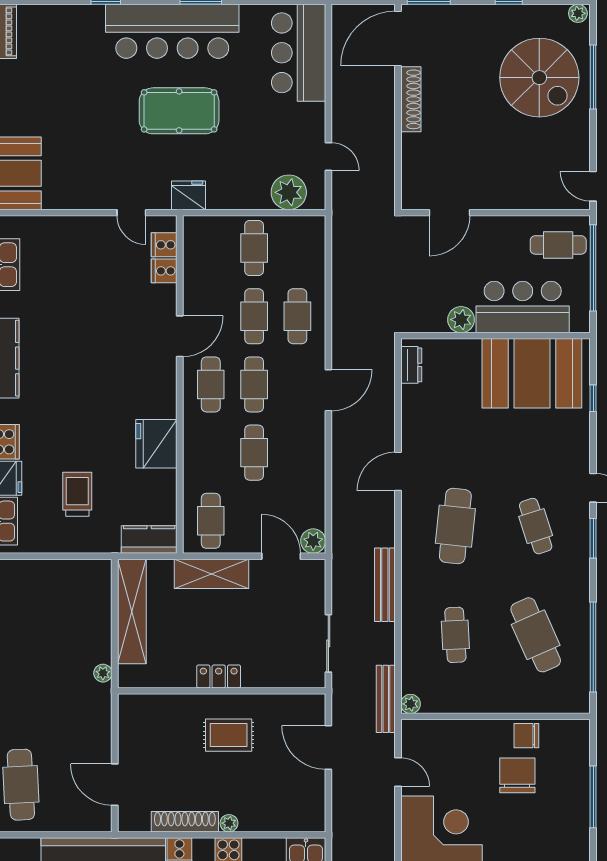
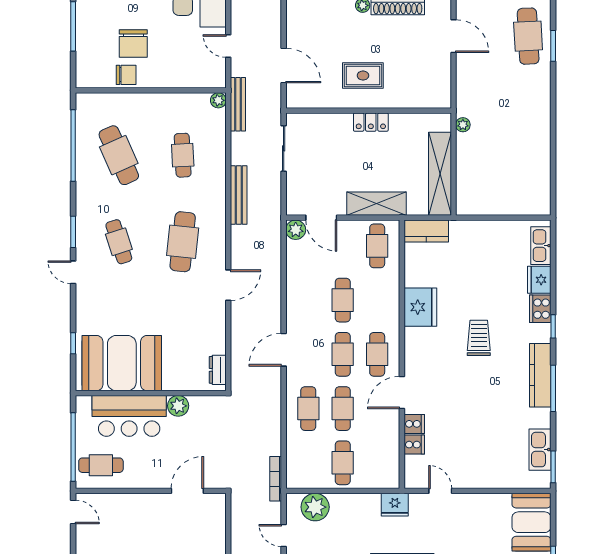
bookcase: (338, 228) -> (276, 479), added
cooker: (164, 245) -> (414, 424), moved
trolley: (77, 494) -> (479, 338), moved, turned 180

